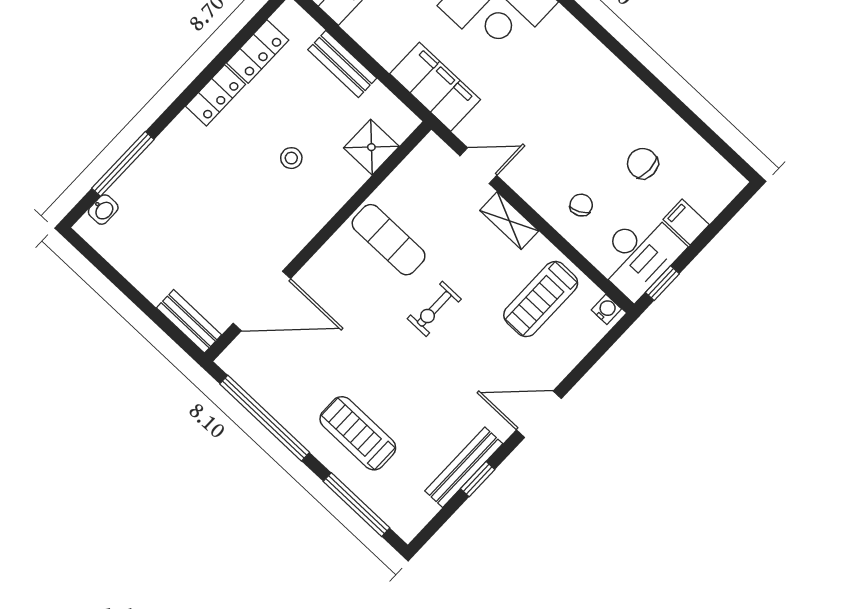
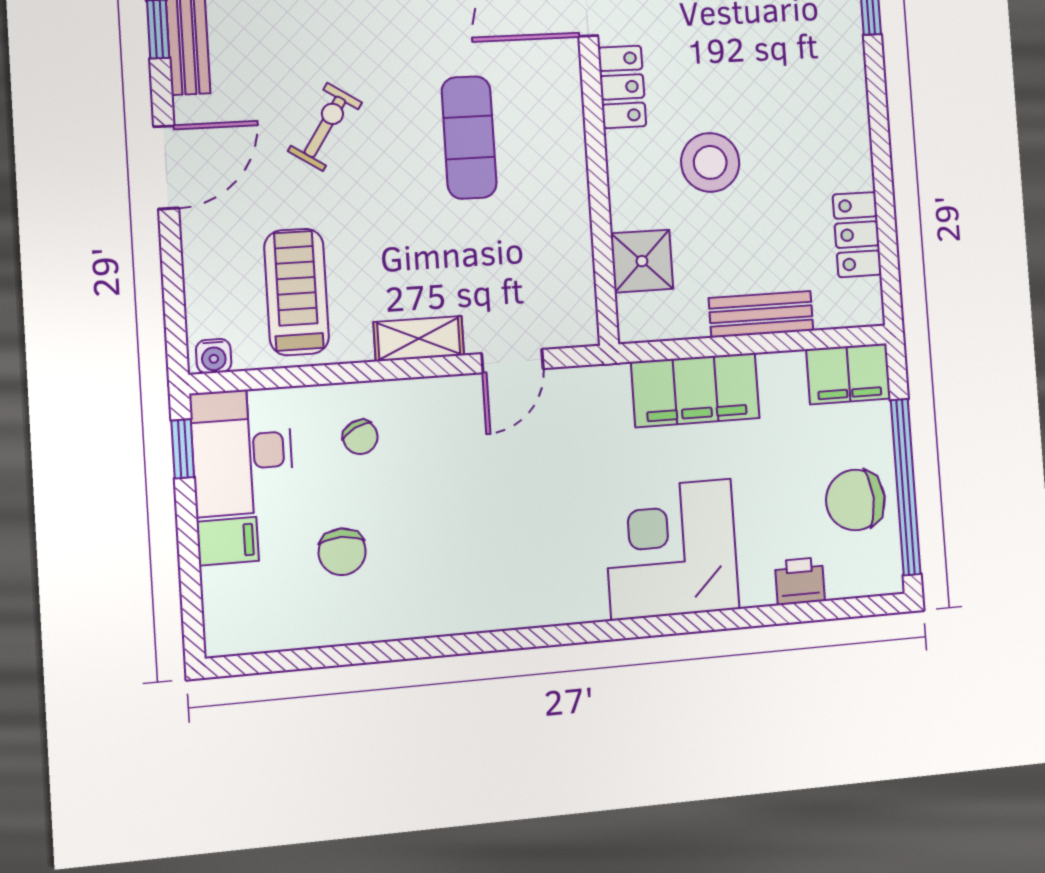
filing cabinet: (435, 87) -> (695, 390), moved
locker: (216, 95) -> (622, 87), moved, turned 180
stool: (291, 158) -> (710, 162), width x1.89, depth x1.89
chair: (643, 163) -> (342, 552), turned 90
exercise mat: (389, 240) -> (469, 138), moved, turned 90
exercise bike: (434, 309) -> (325, 127), moved, turned 33

